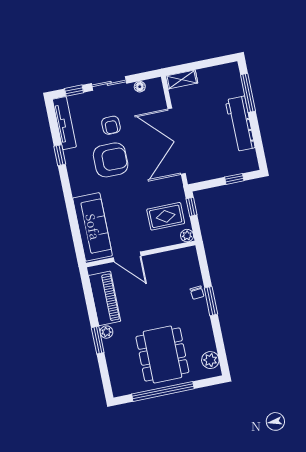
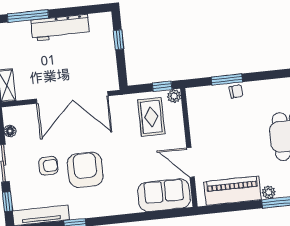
window: (192, 207) -> (162, 86), moved
sofa: (93, 227) -> (164, 195), width x0.73
door: (127, 257) -> (190, 162), swing flipped
window: (211, 301) -> (227, 79), moved

